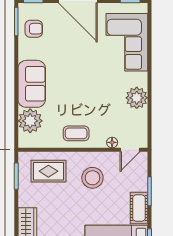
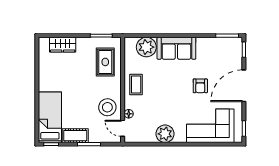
armchair: (34, 29) -> (200, 86), moved
stool: (92, 178) -> (107, 107), moved

